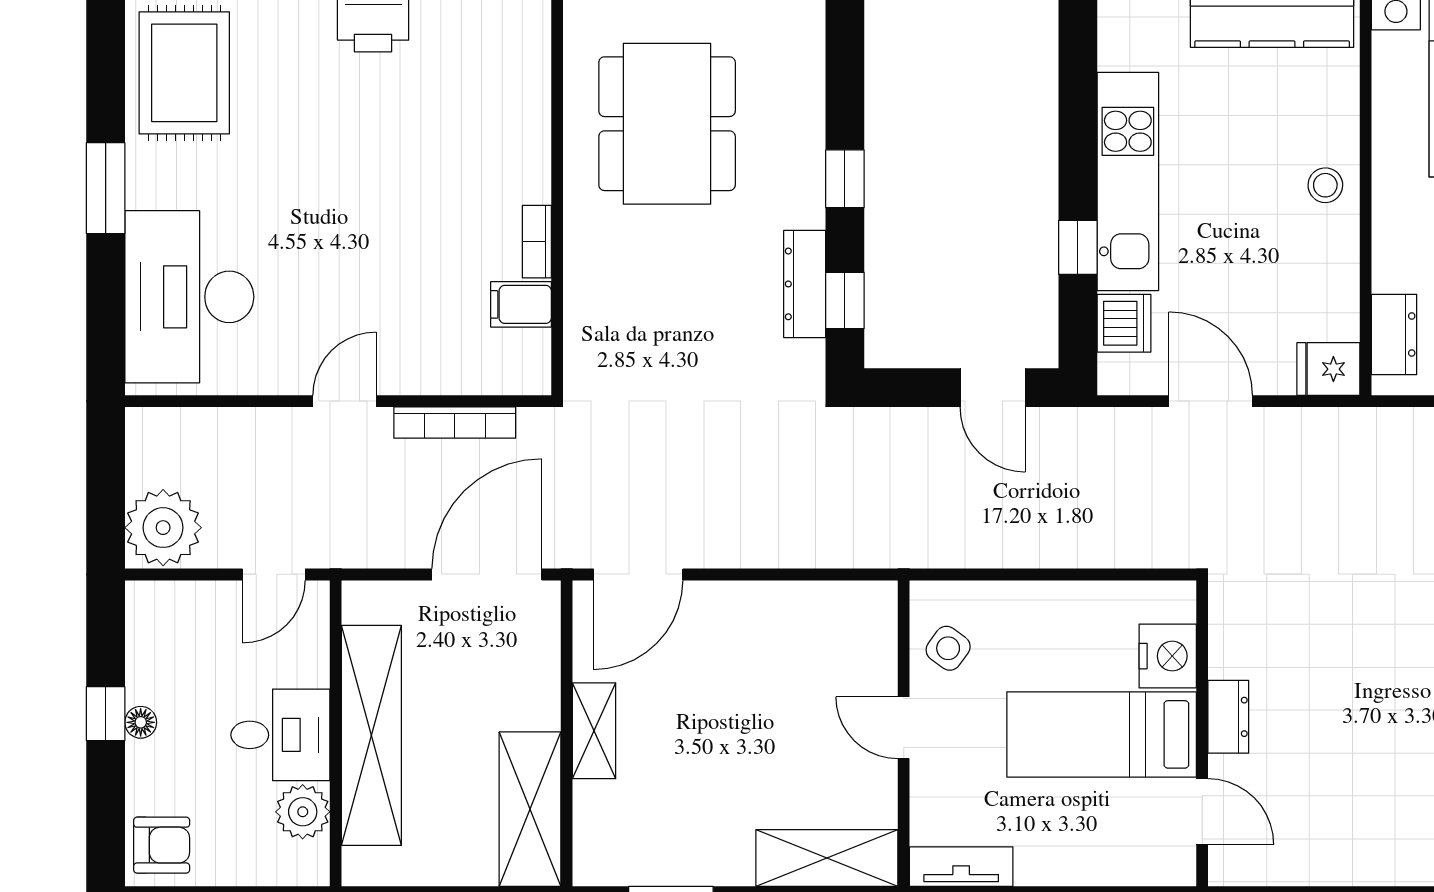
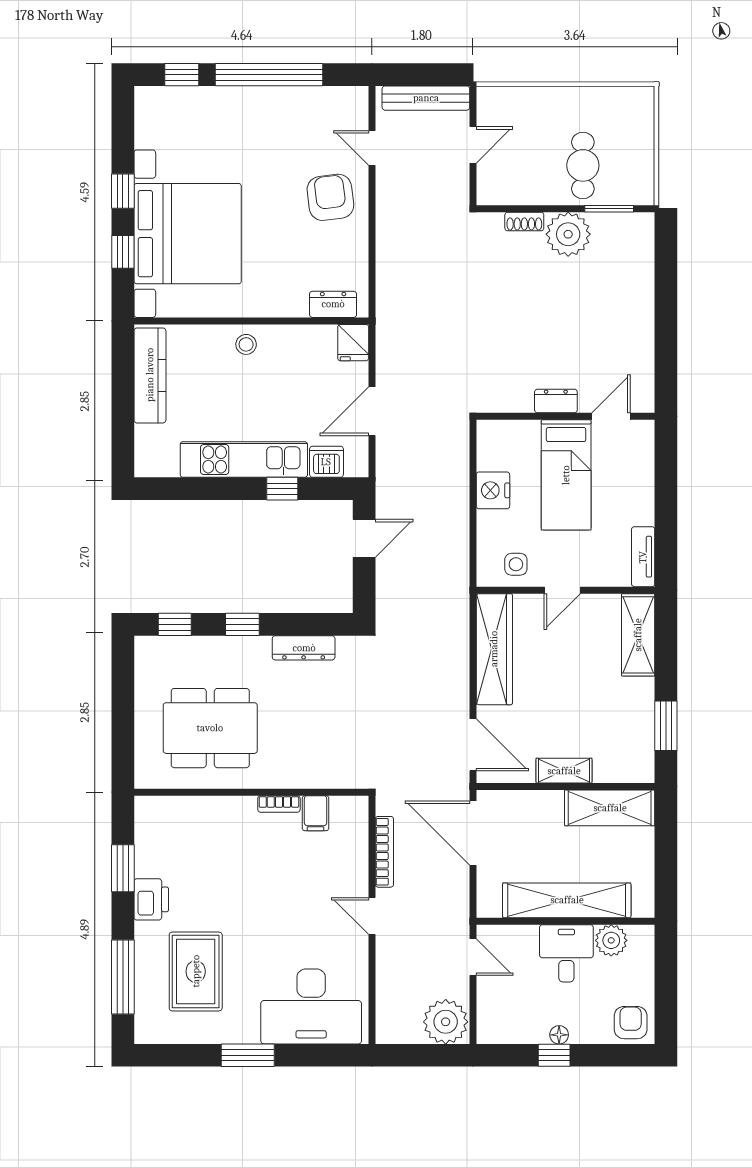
rug: (184, 73) -> (196, 971), moved, turned 90
window: (845, 300) -> (175, 624), moved
wardrobe: (802, 611) -> (494, 649), added
side table: (948, 648) -> (516, 564), turned -36
nightstand: (1168, 656) -> (493, 490), moved, turned -90

